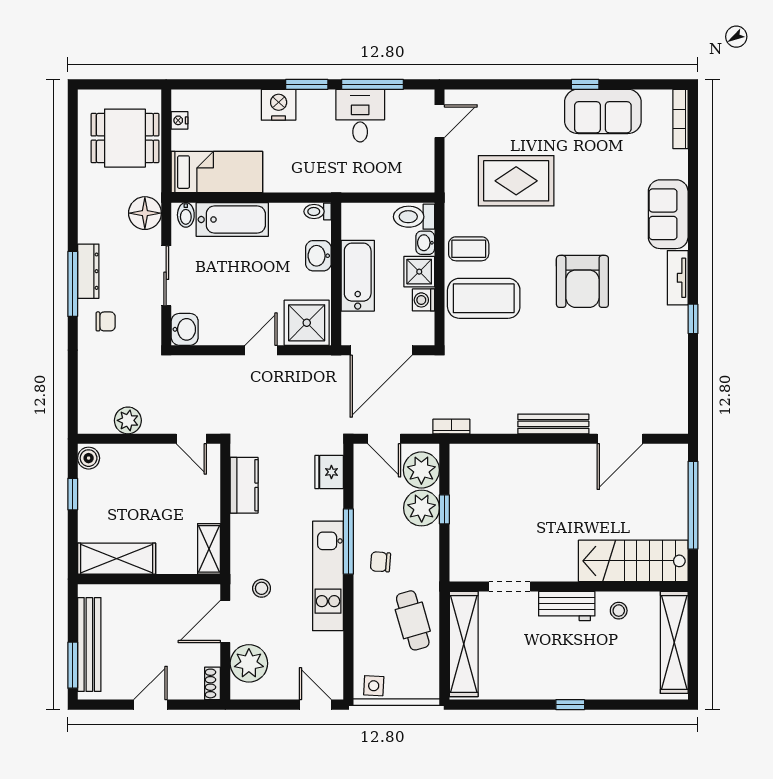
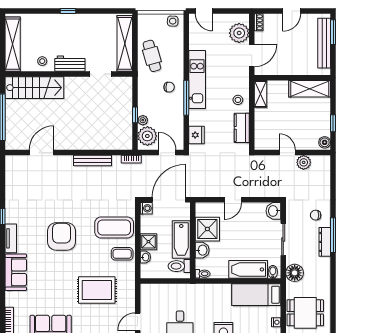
toilet: (414, 217) -> (179, 266), moved, turned 180
washing machine: (424, 300) -> (146, 208), moved
shower: (307, 323) -> (207, 229), moved
bench: (553, 424) -> (93, 161), moved
door: (191, 439) -> (287, 153), moved
plant: (422, 508) -> (143, 120), width x0.53, depth x0.53
stool: (262, 588) -> (238, 100), moved

